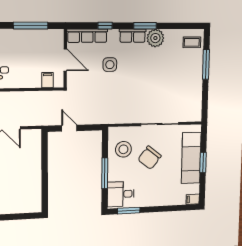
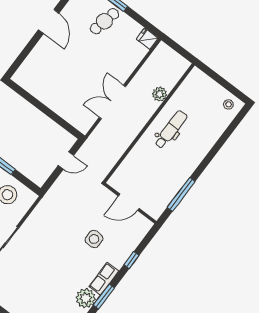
row of seats: (87, 36) -> (135, 238), removed
filing cabinet: (48, 80) -> (123, 173), removed

